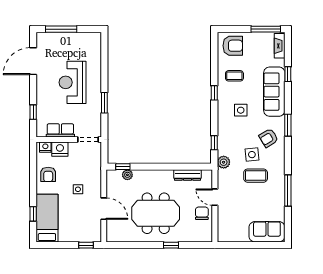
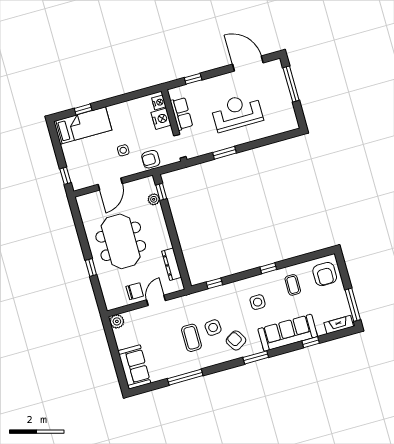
plant: (224, 162) -> (117, 321), moved
armchair: (48, 174) -> (151, 159), moved

